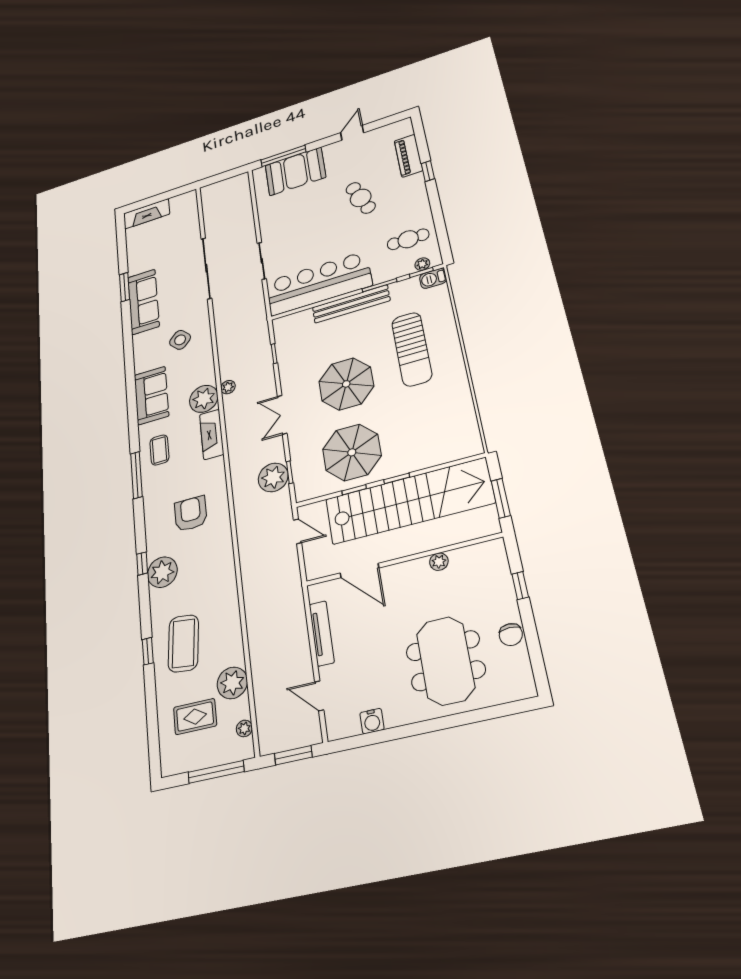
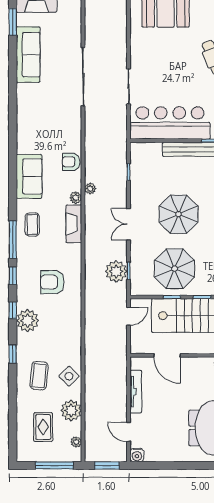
window: (124, 287) -> (13, 22), moved
sofa: (143, 302) -> (28, 55), moved
side table: (180, 340) -> (69, 376), moved
armchair: (201, 364) -> (71, 162), added
plant: (204, 399) -> (76, 198), width x0.53, depth x0.53
armchair: (191, 514) -> (52, 282), turned -90
window: (139, 519) -> (13, 276), added
door: (298, 531) -> (129, 316), hinge flipped
coffee table: (183, 643) -> (39, 376), width x0.73, depth x0.76
window: (148, 651) -> (13, 354), moved
rug: (195, 717) -> (43, 427), turned 90
water cooler: (372, 721) -> (137, 455), moved

